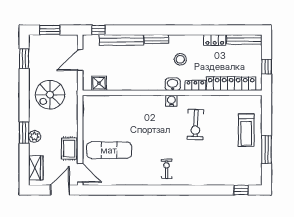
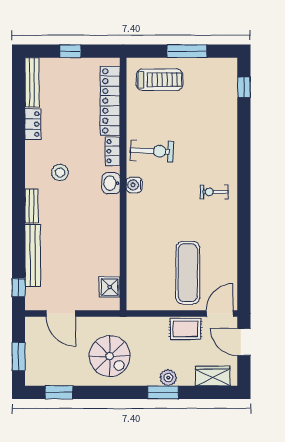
shower: (99, 83) -> (110, 287), moved
washbasin: (173, 84) -> (111, 183), moved
locker: (231, 84) -> (110, 101), moved
locker: (195, 85) -> (113, 151), moved
wall: (172, 93) -> (123, 184), moved
water cooler: (171, 101) -> (134, 185), moved

